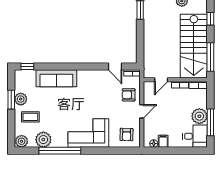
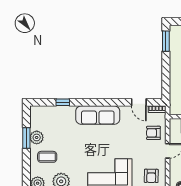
window: (27, 67) -> (63, 102), moved
sofa: (56, 78) -> (98, 115), moved

